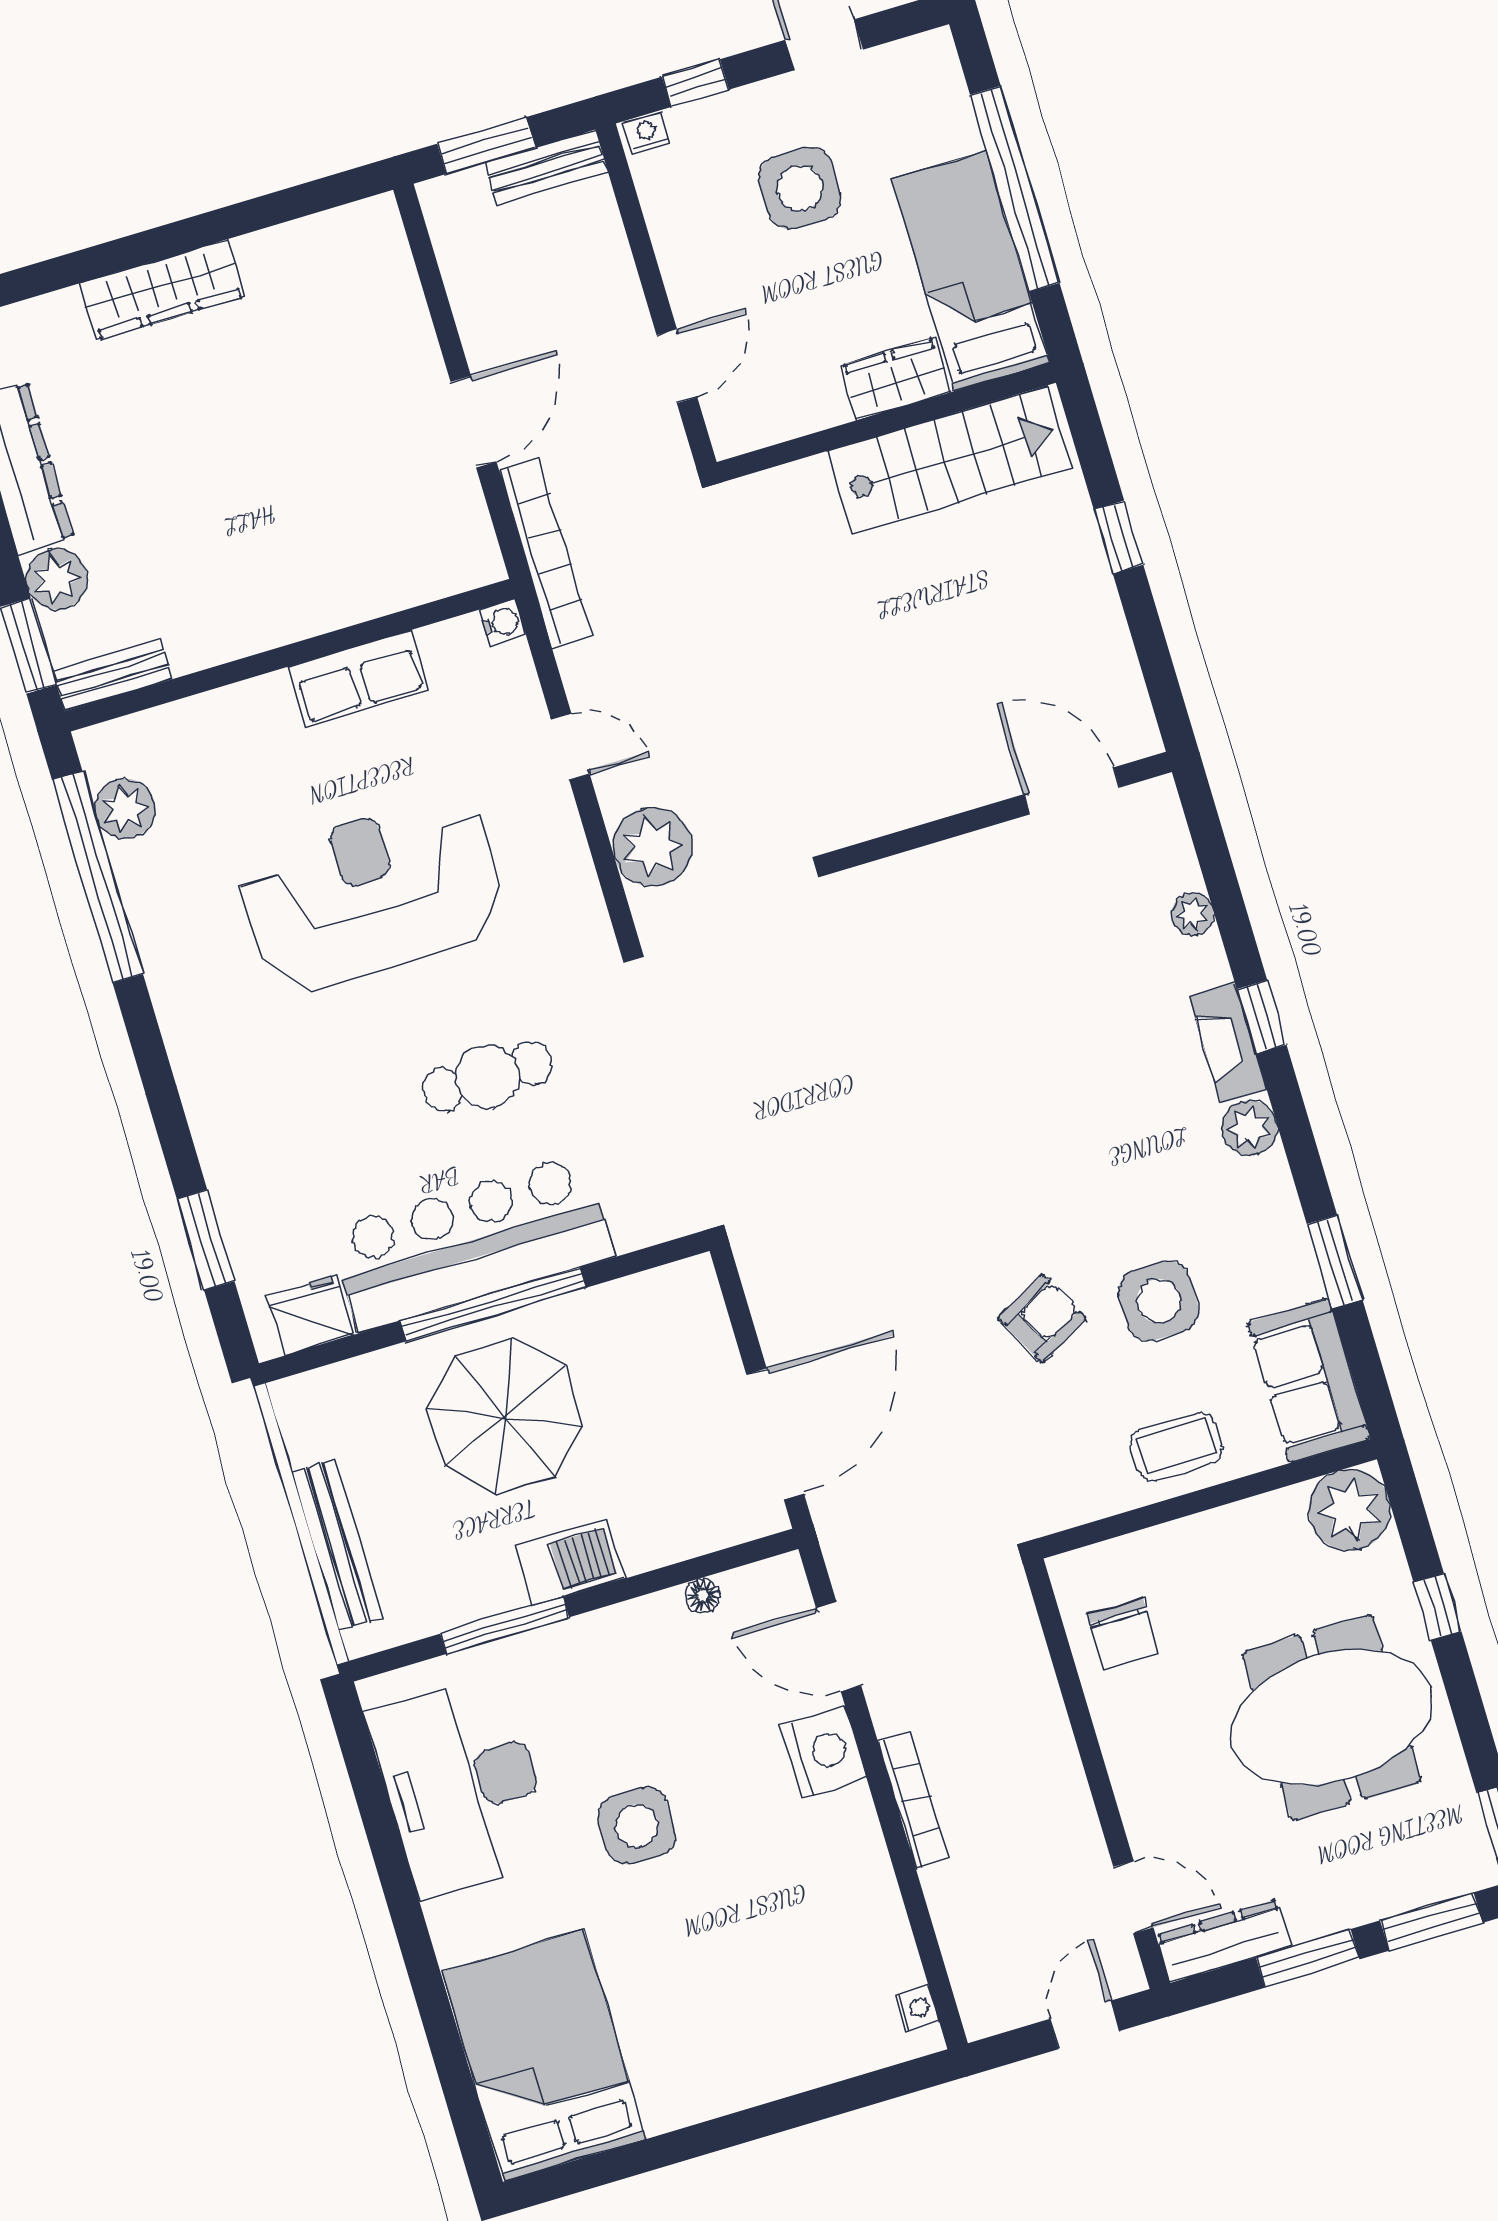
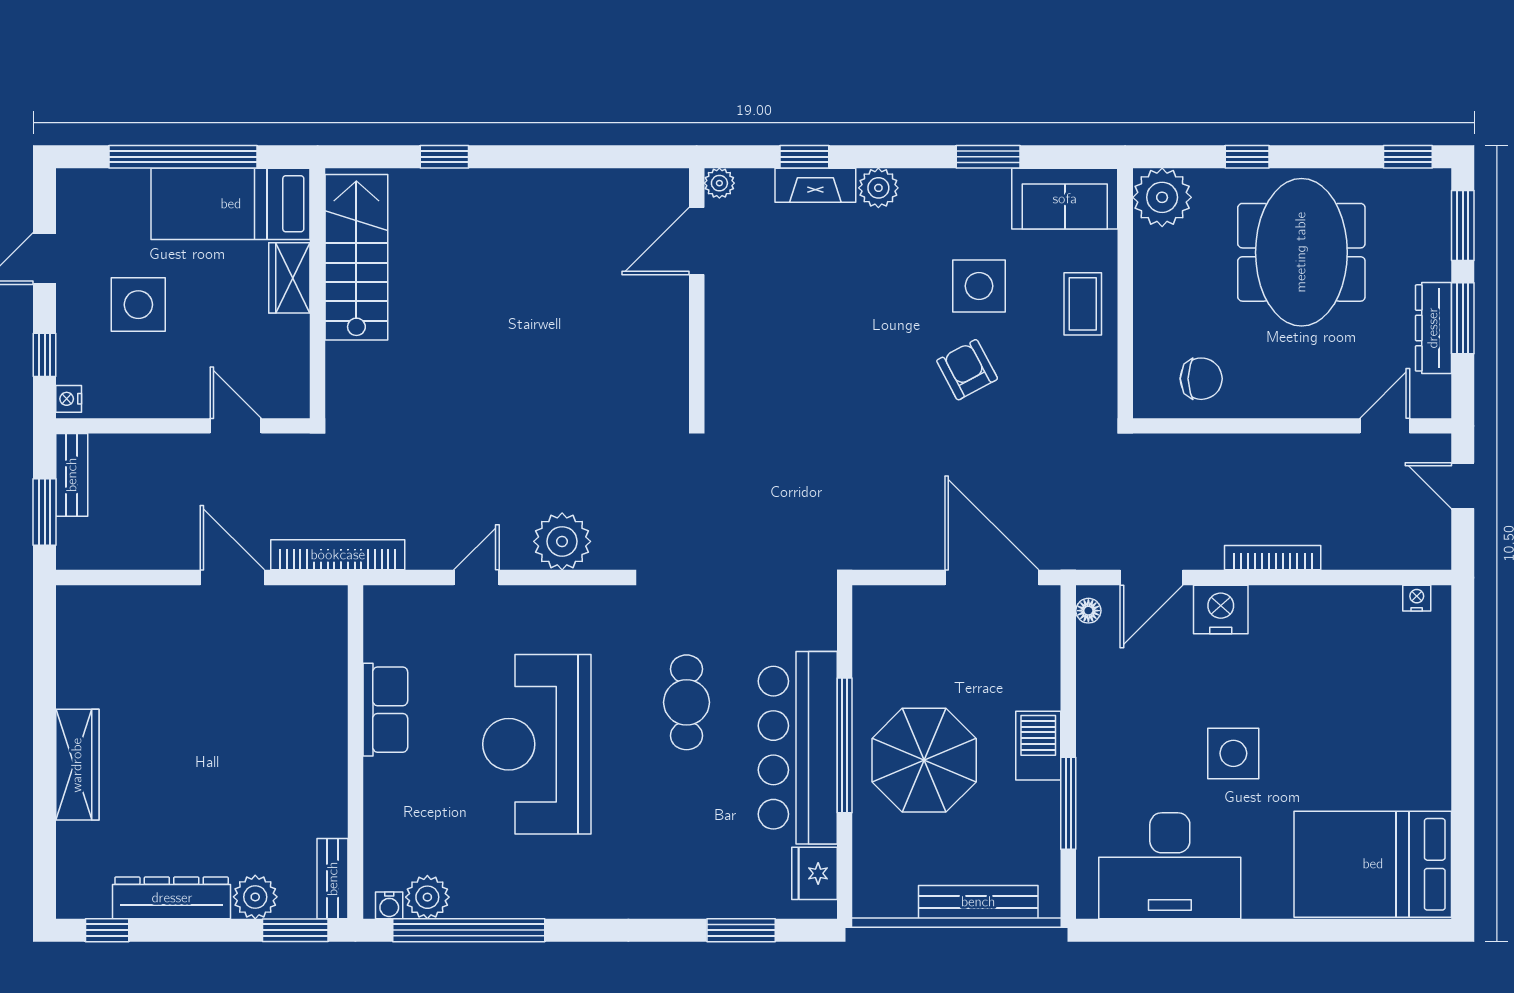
water cooler: (503, 622) -> (389, 905), moved, turned 180
door: (1072, 791) -> (697, 241), moved
wall: (1002, 811) -> (697, 293), moved
floor lamp: (703, 1596) -> (1088, 611), moved
dresser: (1224, 1941) -> (1433, 328), moved

